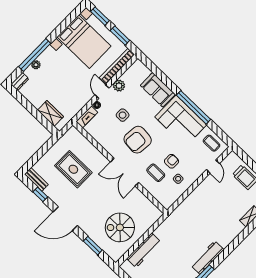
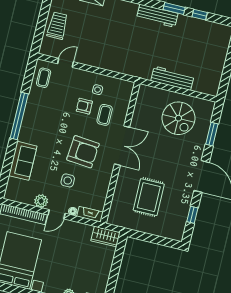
wardrobe: (50, 113) -> (106, 237), moved, turned -90
corner sofa: (181, 121) -> (40, 121), removed
bench: (36, 179) -> (180, 227), removed
workbench: (144, 250) -> (172, 78), moved

